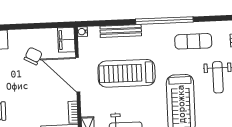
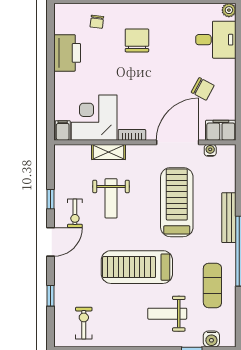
bench: (121, 31) -> (229, 218), moved
water cooler: (82, 32) -> (210, 150), moved

